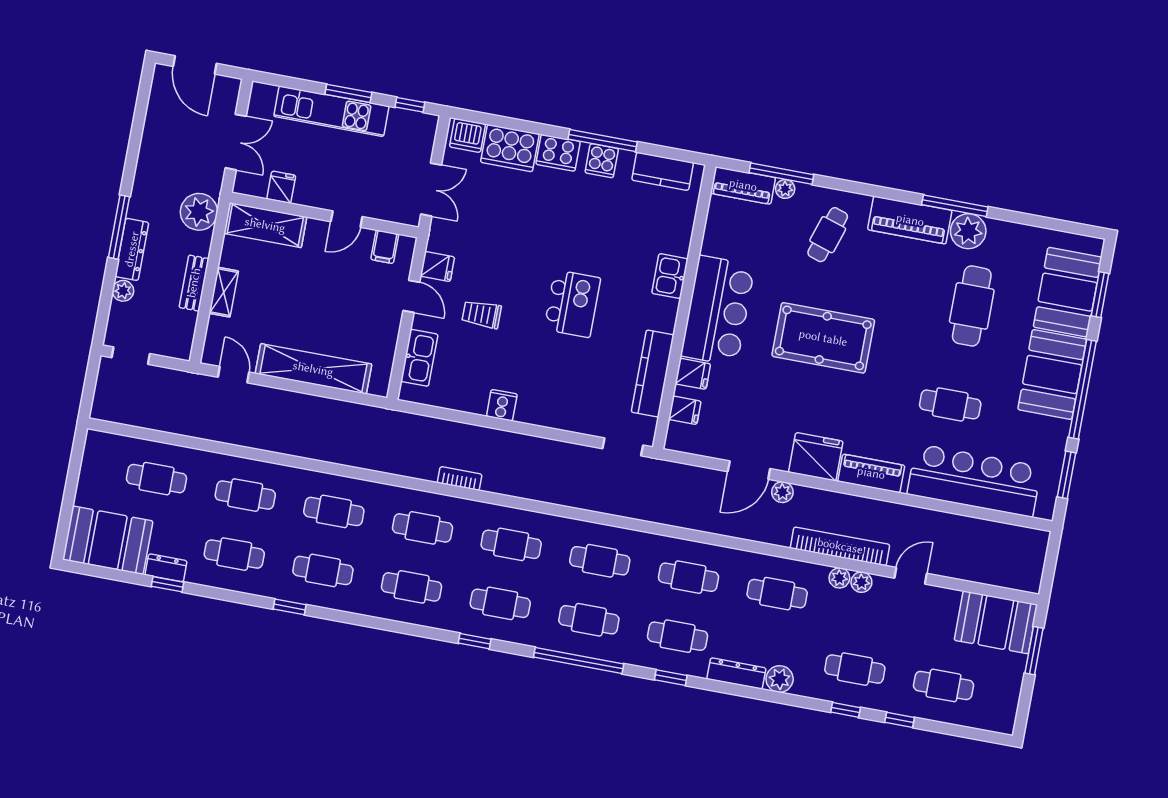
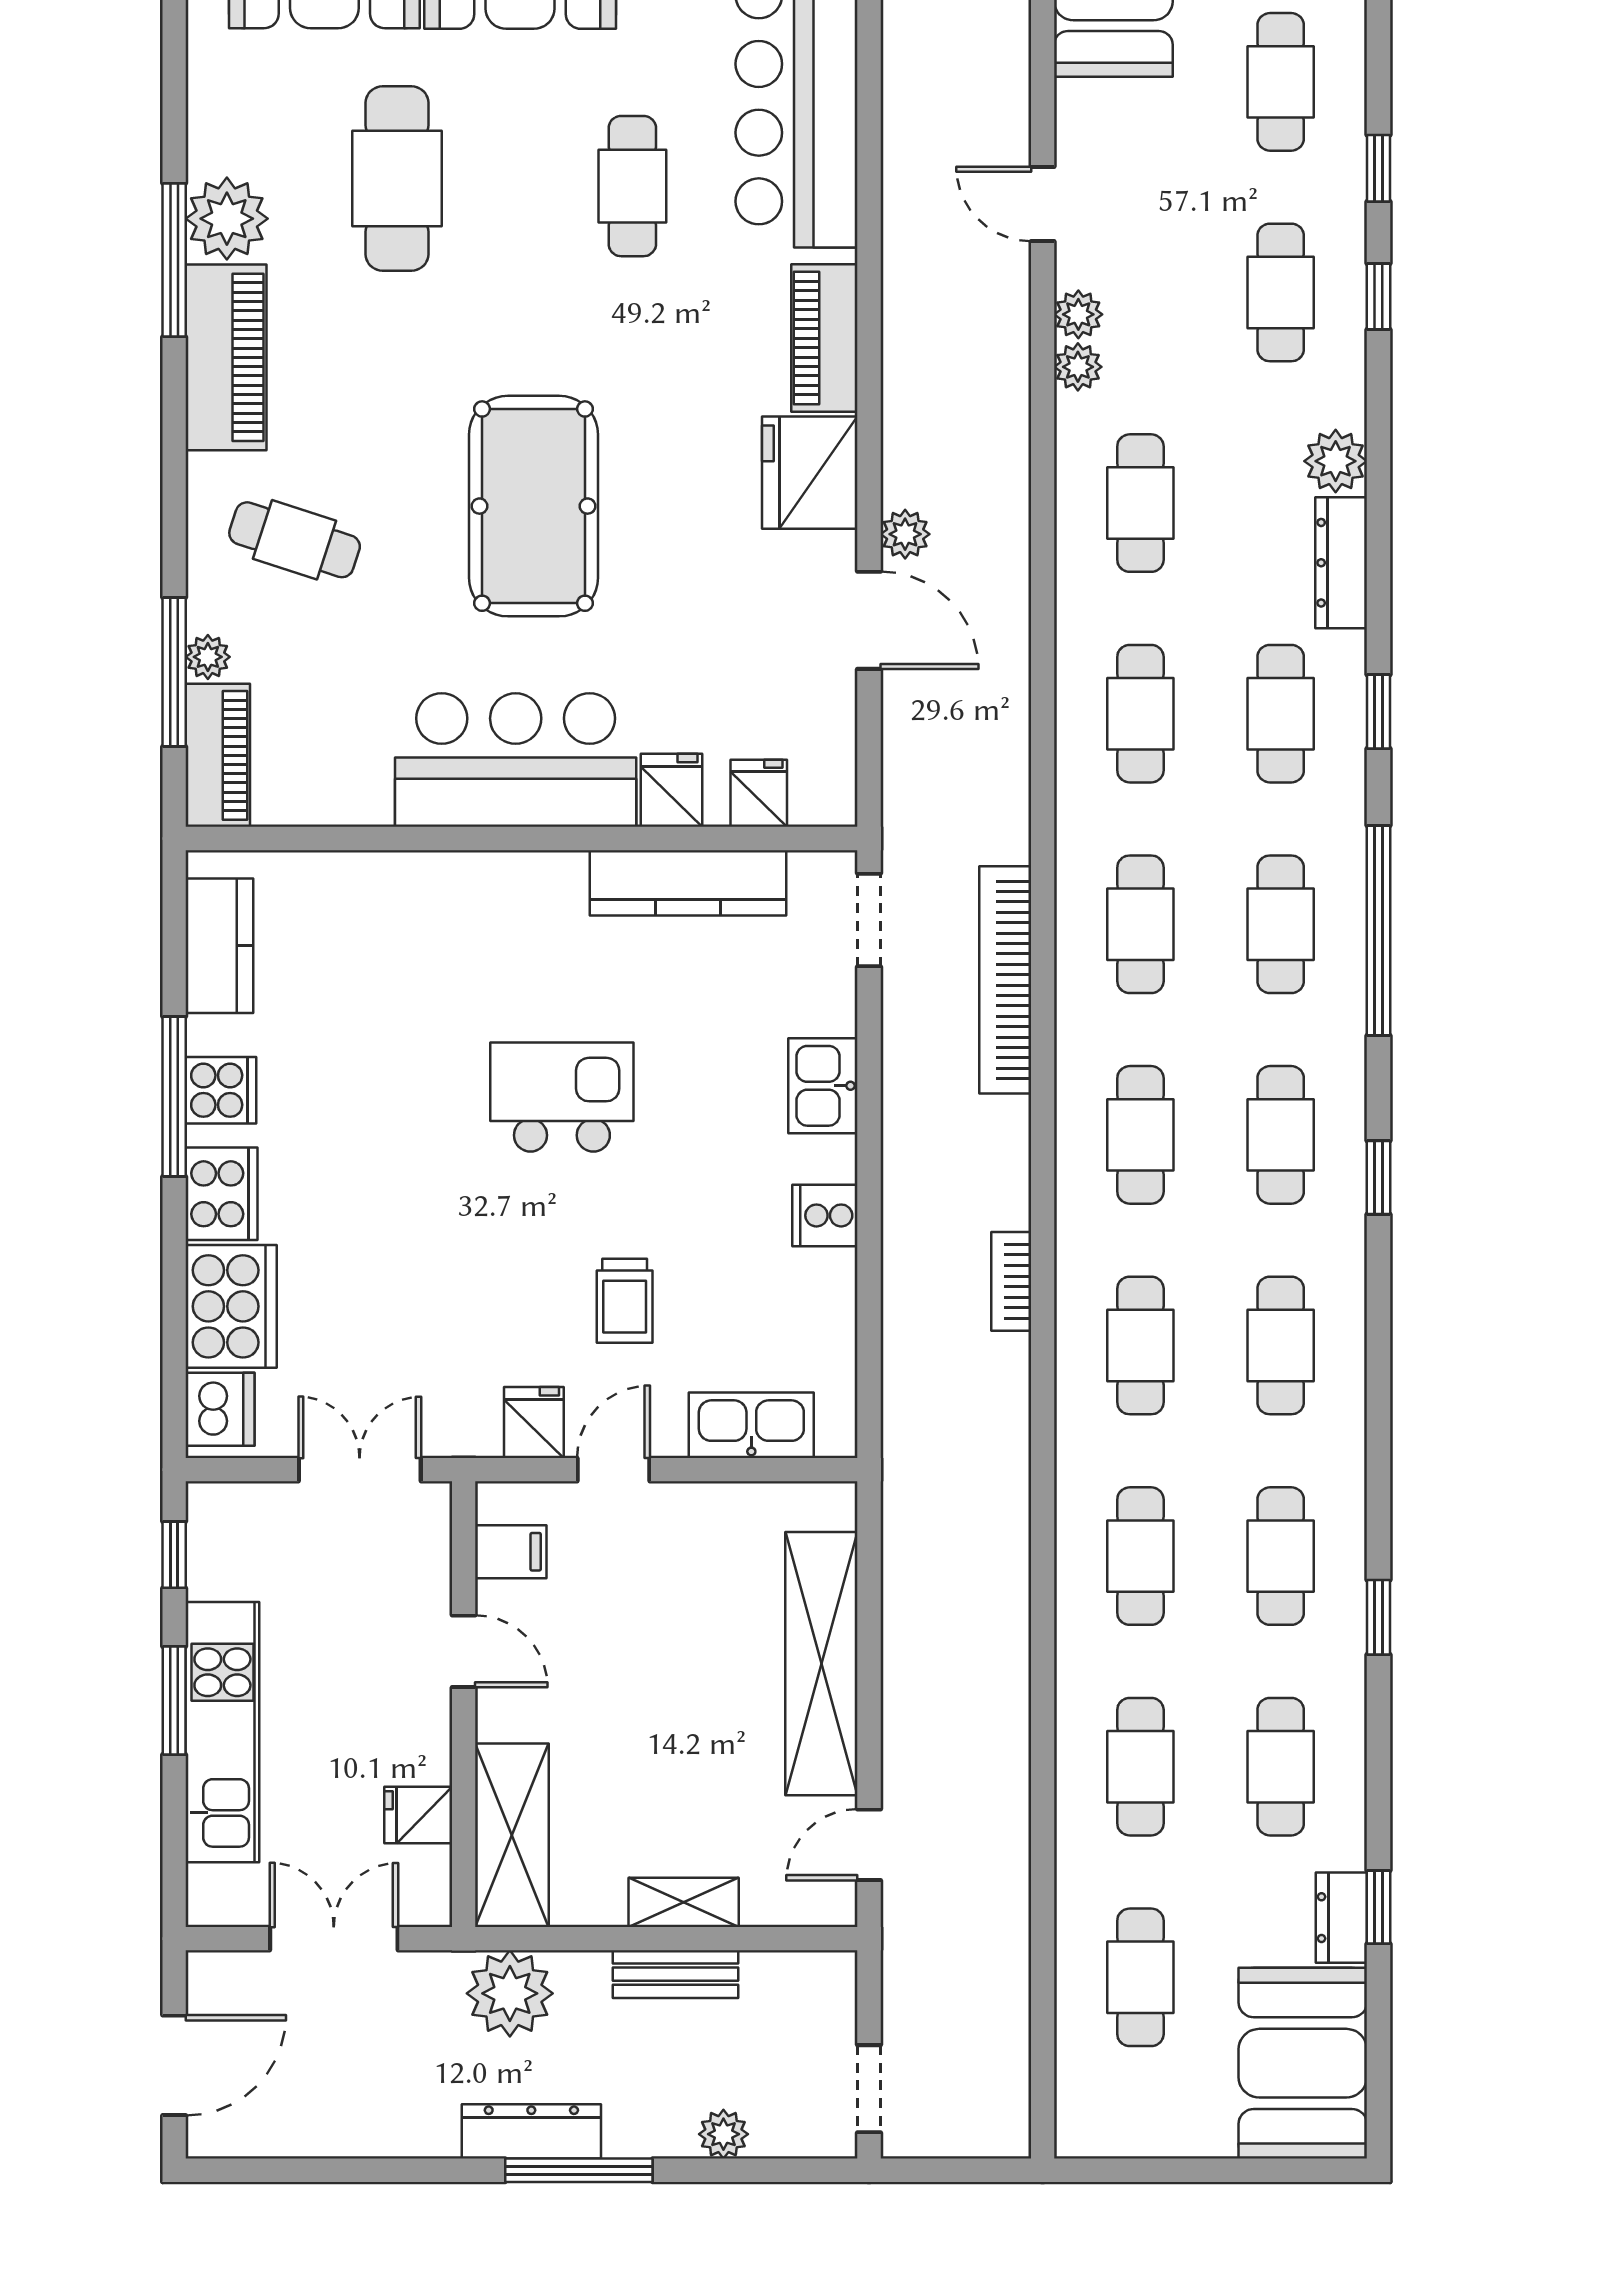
dresser: (132, 249) -> (531, 2131), moved
kitchen sink: (670, 276) -> (823, 1086), moved, turned 90
cafe table: (972, 306) -> (397, 179), turned 90
bookcase: (840, 546) -> (1005, 980), moved

